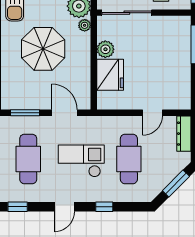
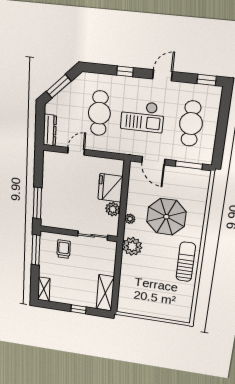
sliding door: (127, 13) -> (93, 236), width x0.73
plant: (85, 25) -> (130, 219), moved

